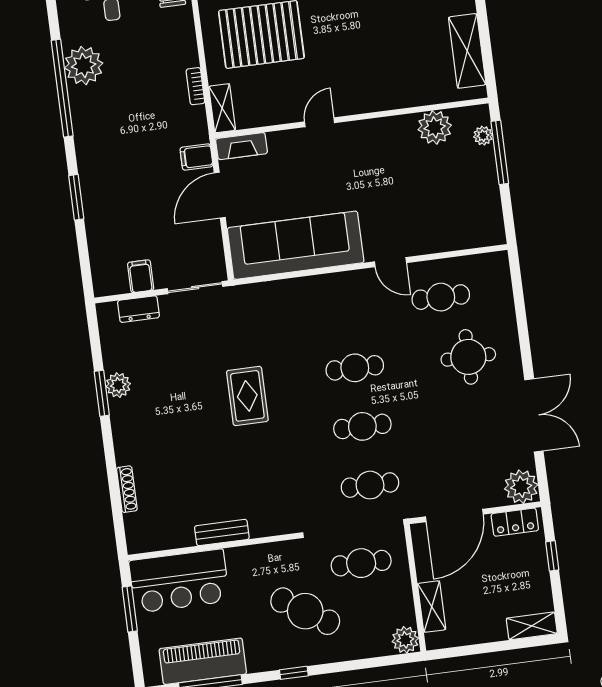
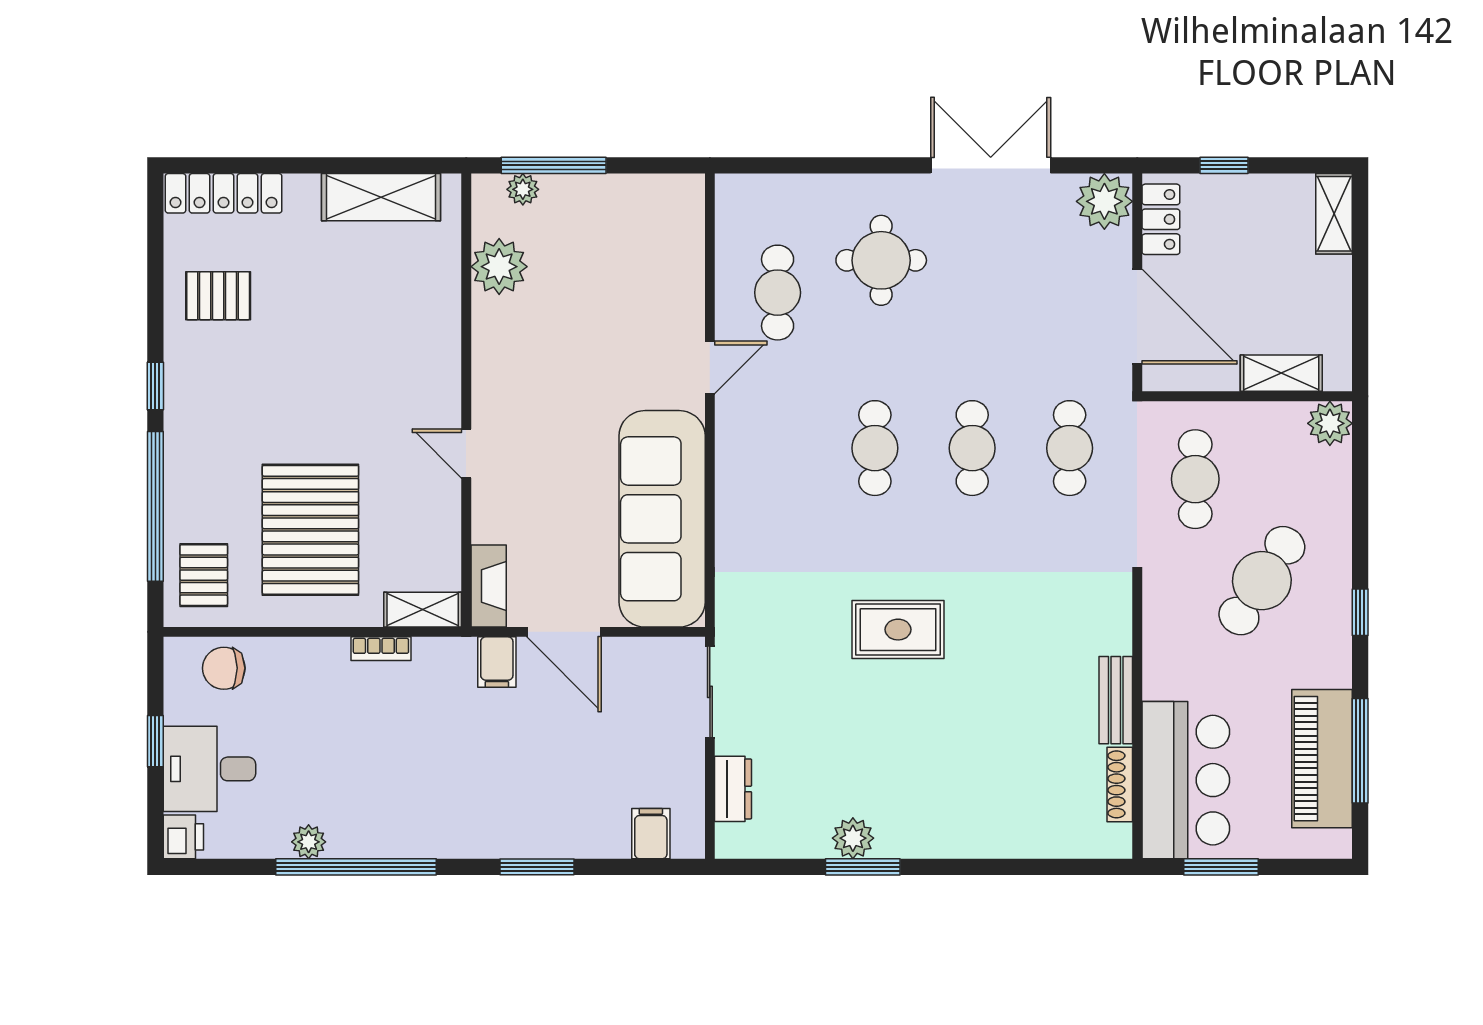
plant: (84, 66) -> (309, 842), width x0.53, depth x0.53
filing cabinet: (141, 276) -> (651, 834), moved, turned 90
shoe rack: (127, 489) -> (1120, 784), moved, turned -90

